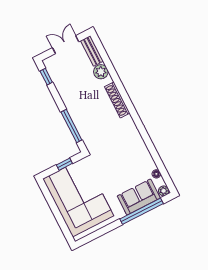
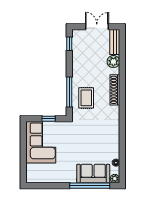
rug: (92, 123) -> (86, 98), added
corner sofa: (78, 197) -> (41, 142), width x0.73, depth x0.74

